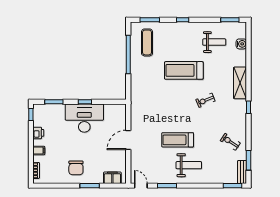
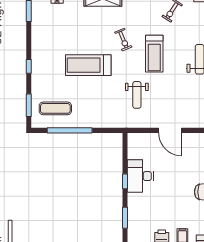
weight bench: (214, 42) -> (137, 95), moved, turned 180
treadmill: (184, 70) -> (88, 65), turned 90
desk: (84, 118) -> (140, 176), width x0.73, depth x0.77
treadmill: (178, 140) -> (154, 54), moved

